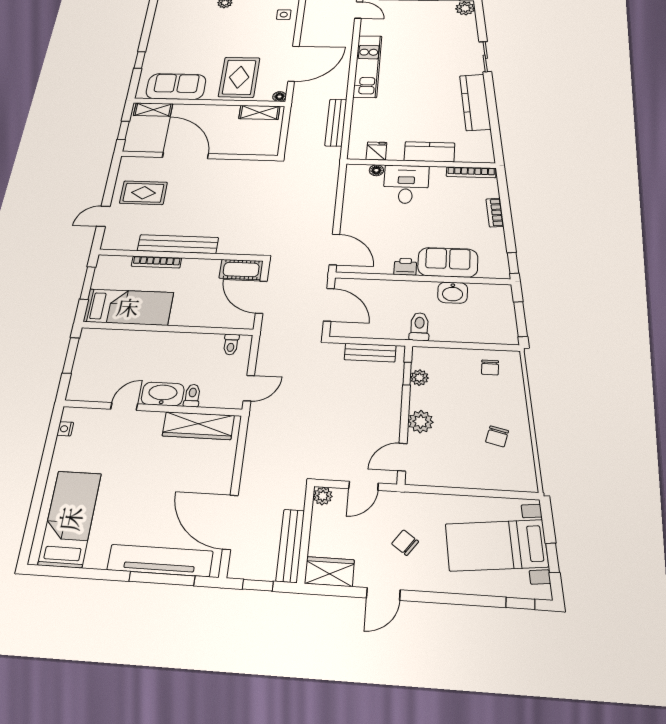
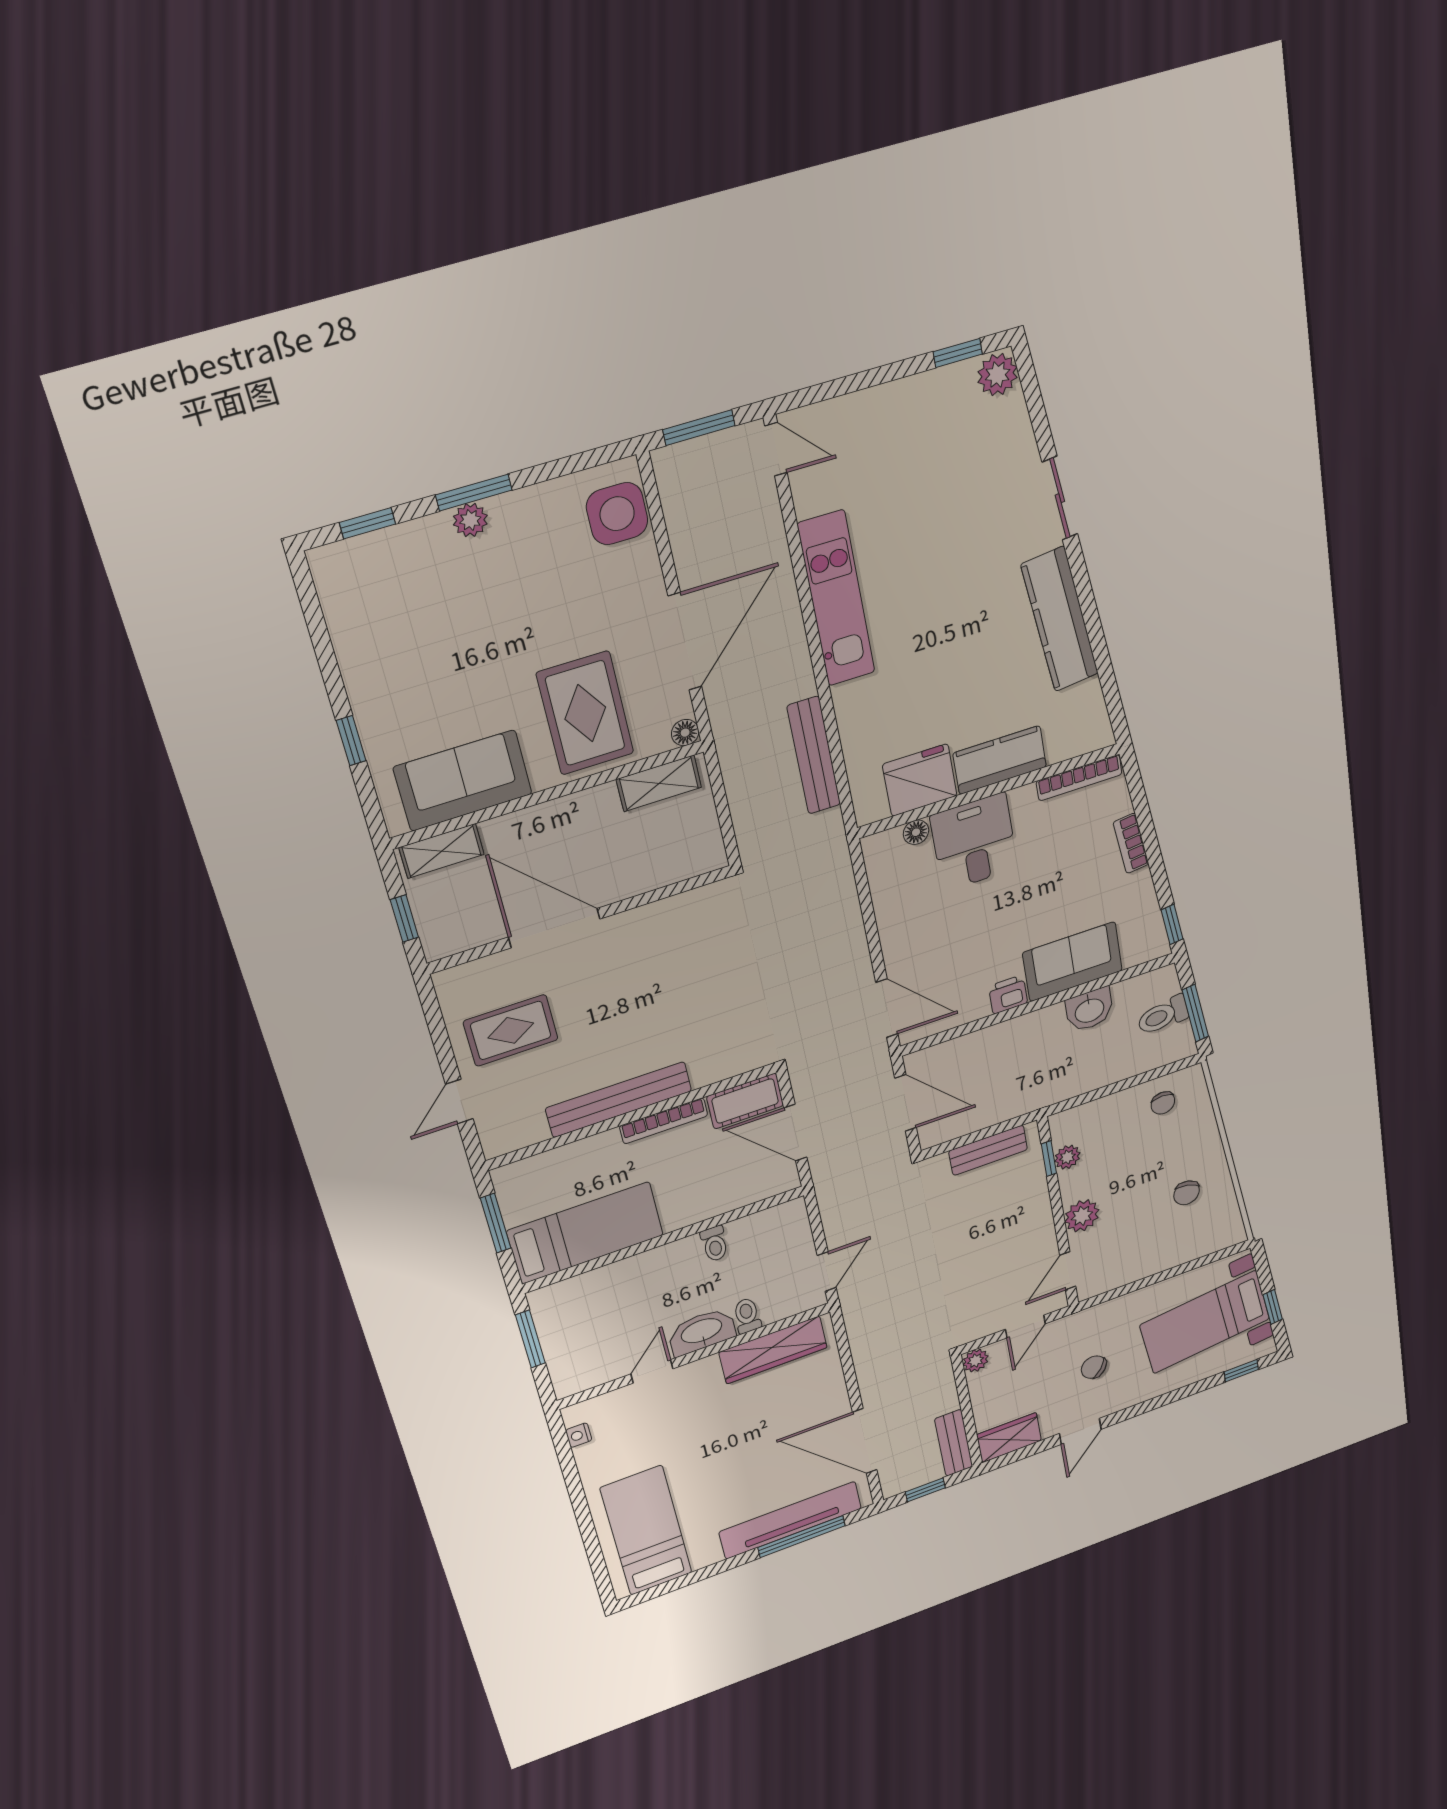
side table: (284, 15) -> (617, 514), width x1.87, depth x1.87
fridge: (376, 151) -> (920, 780), width x1.88, depth x1.34
bookcase: (156, 262) -> (664, 1121), moved
toilet: (419, 327) -> (1163, 1015), moved, turned -96
toilet: (231, 344) -> (714, 1244), moved
bench: (290, 546) -> (954, 1443), width x0.73

